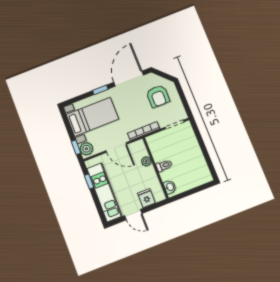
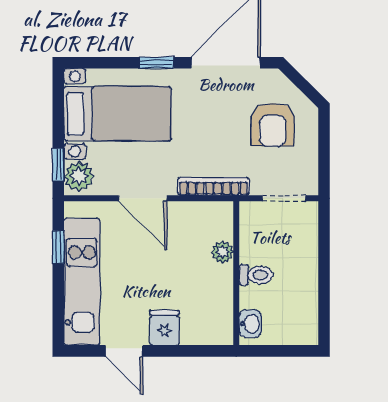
plant: (146, 161) -> (222, 252), moved
toilet: (164, 166) -> (256, 275), moved
wall: (156, 168) -> (236, 273), moved
washbasin: (170, 187) -> (250, 324), moved

